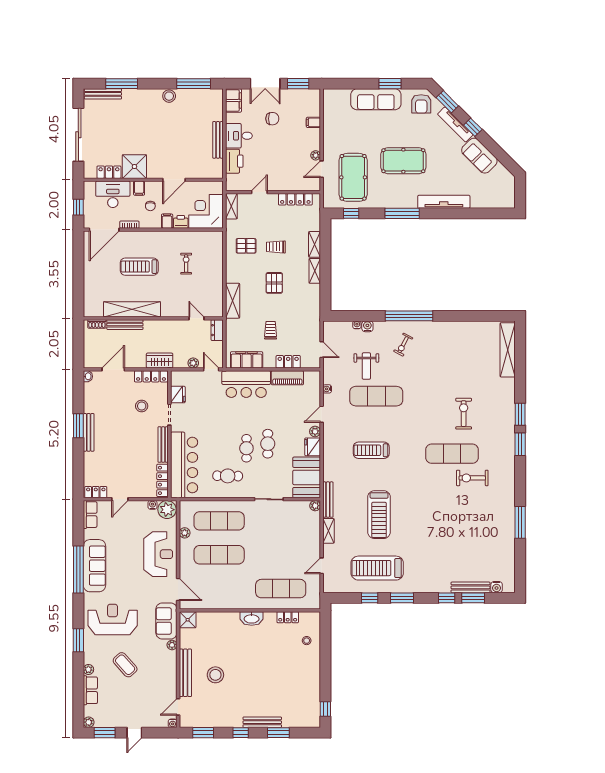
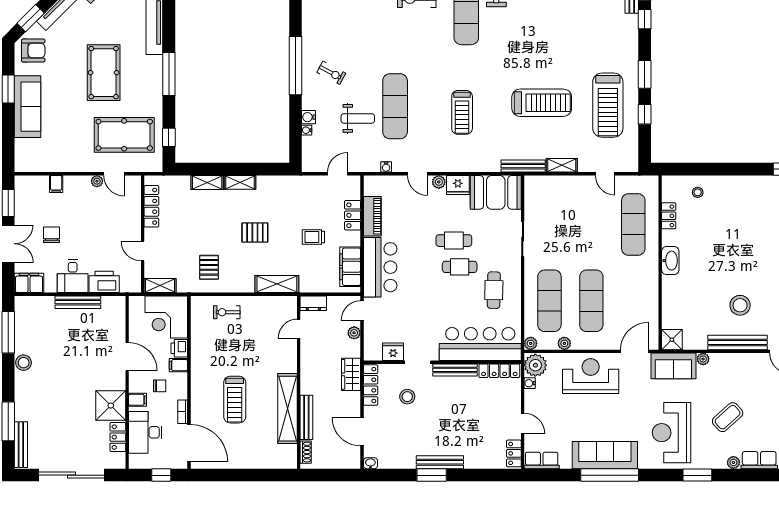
trolley: (276, 247) -> (210, 230), removed
exercise bike: (186, 264) -> (227, 312), moved
plant: (315, 506) -> (531, 343), moved

